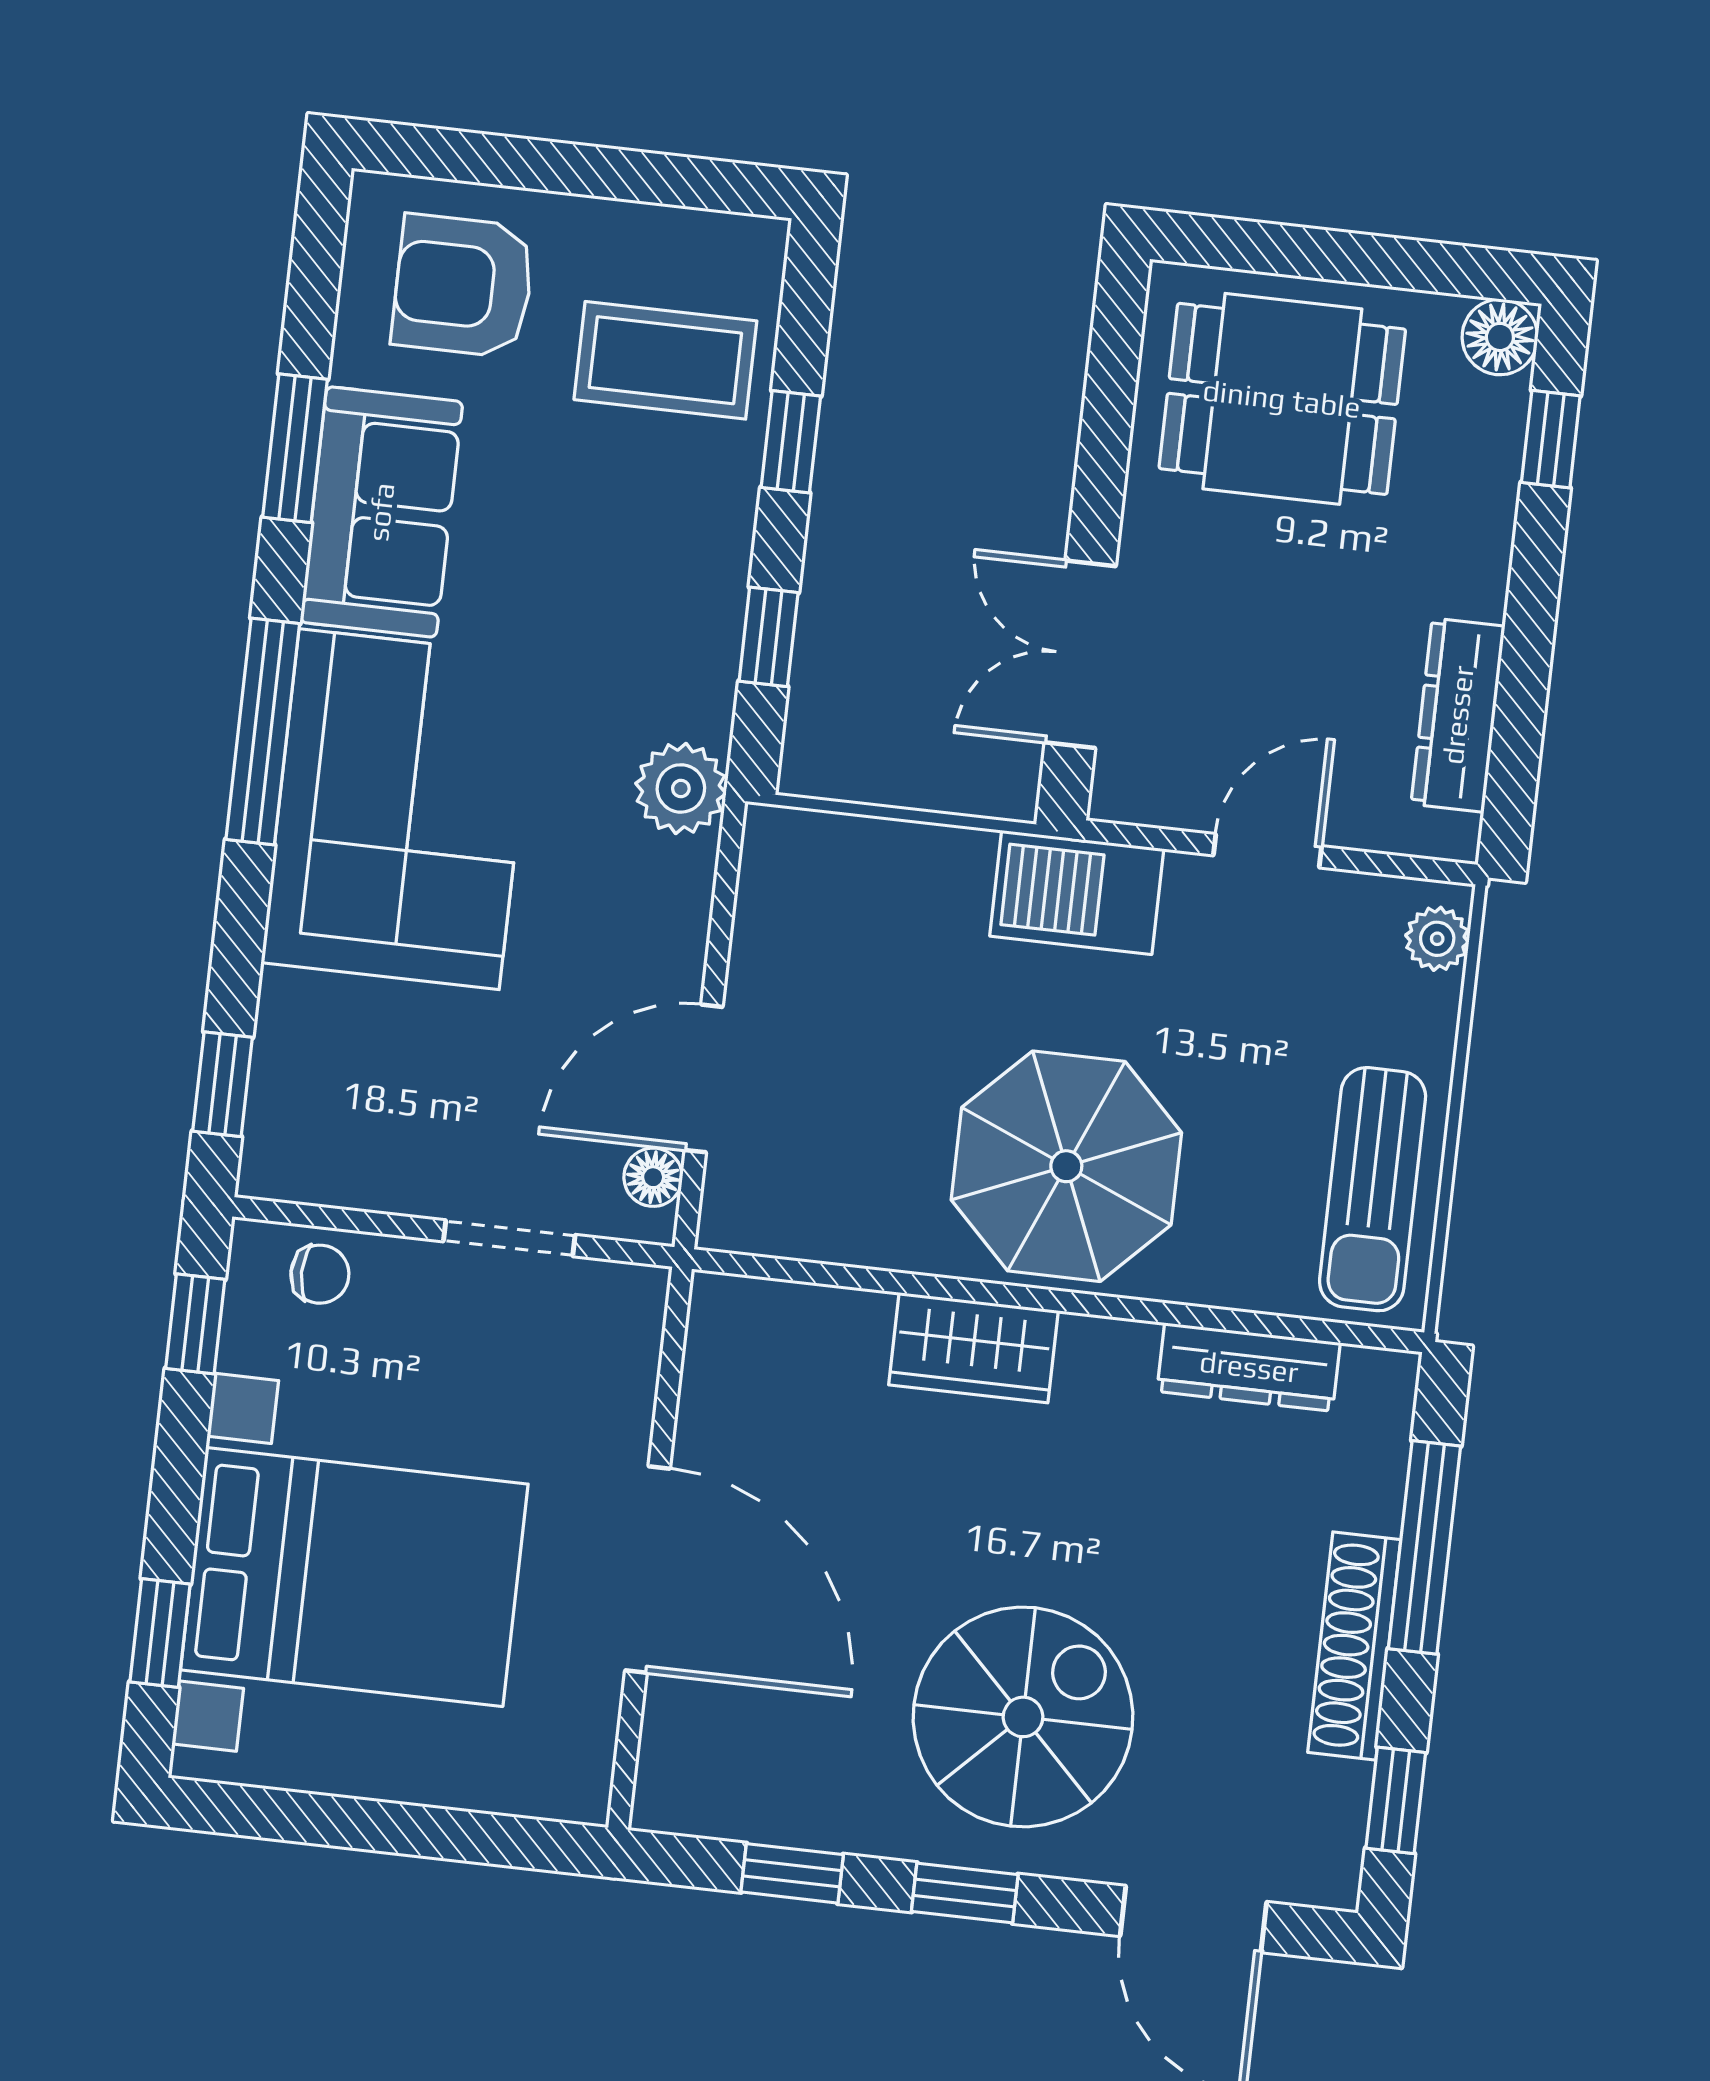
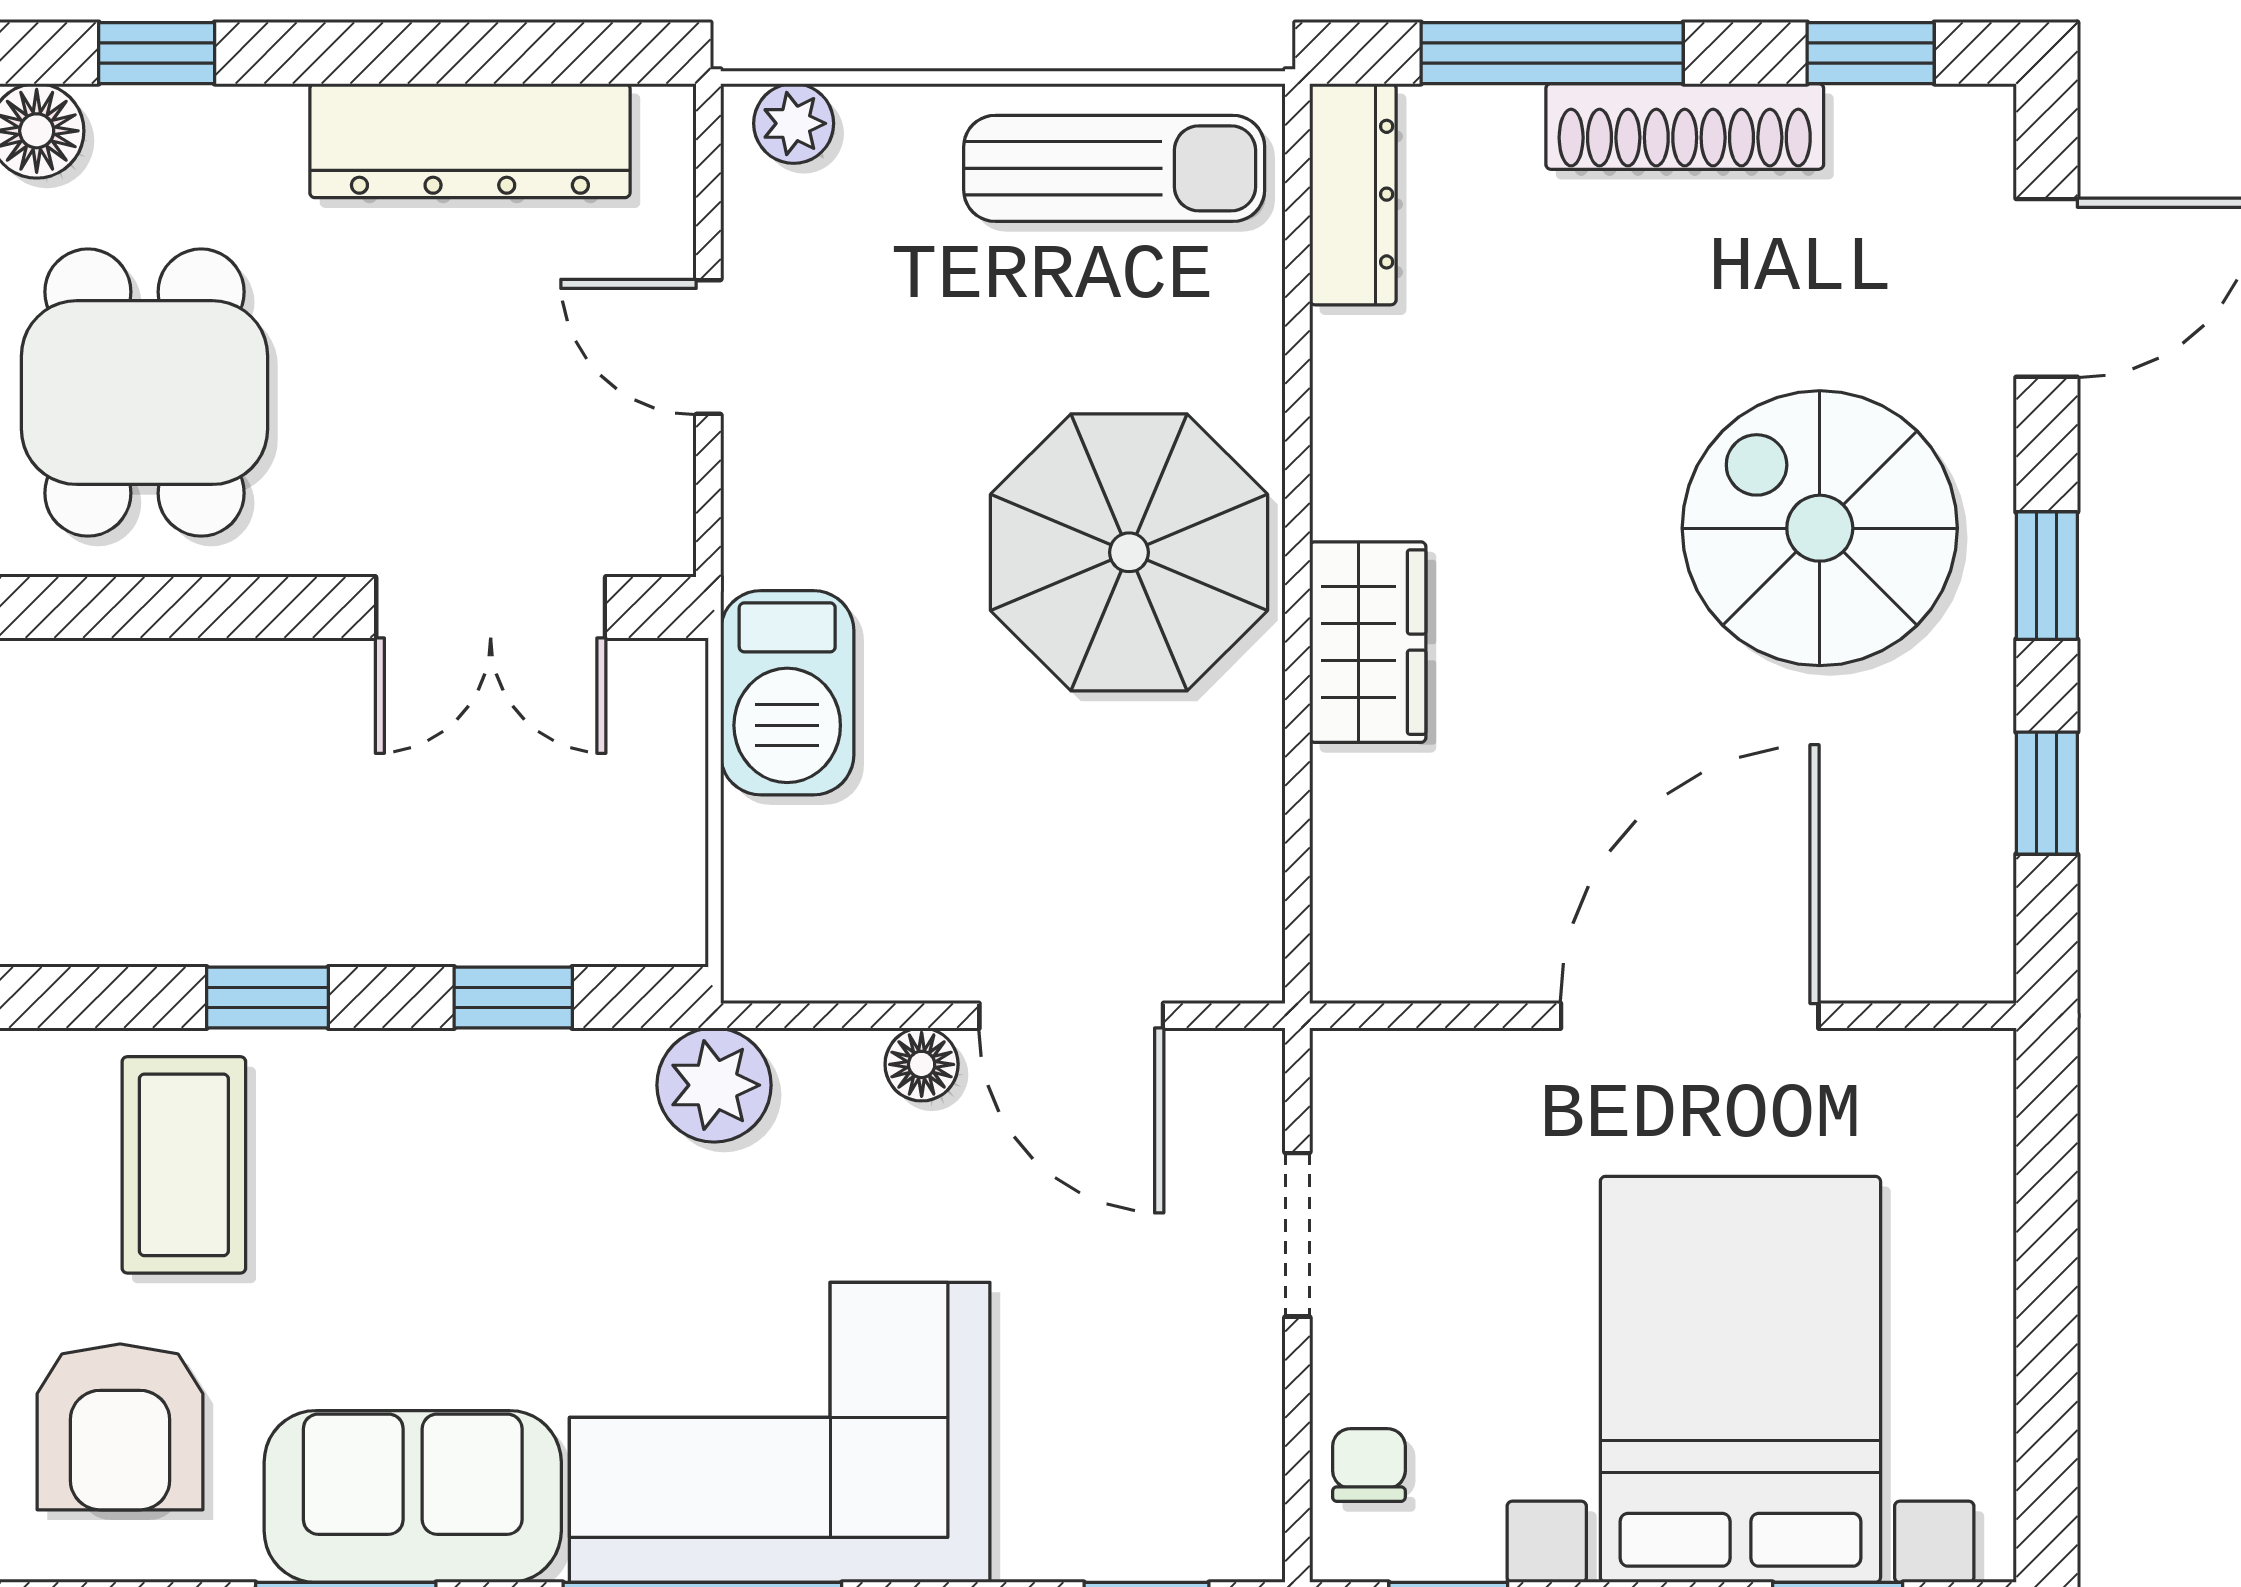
dresser: (1458, 715) -> (470, 141), width x1.37, depth x1.24
barbecue: (1077, 892) -> (787, 693), moved
floor lamp: (653, 1177) -> (922, 1064), moved
dresser: (1249, 1367) -> (1353, 194), moved

